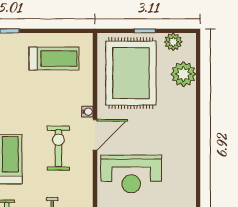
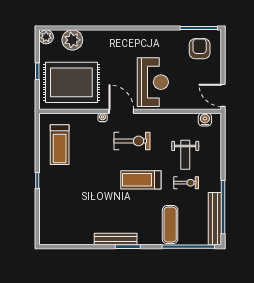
plant: (173, 42) -> (46, 37), moved
treadmill: (54, 58) -> (60, 145), turned 180
exercise bike: (58, 148) -> (132, 141), turned 180

